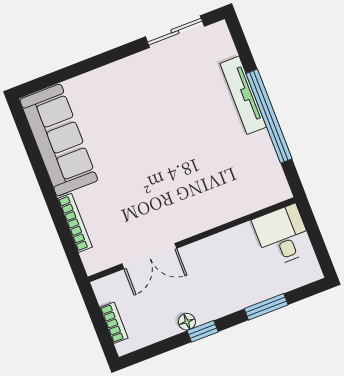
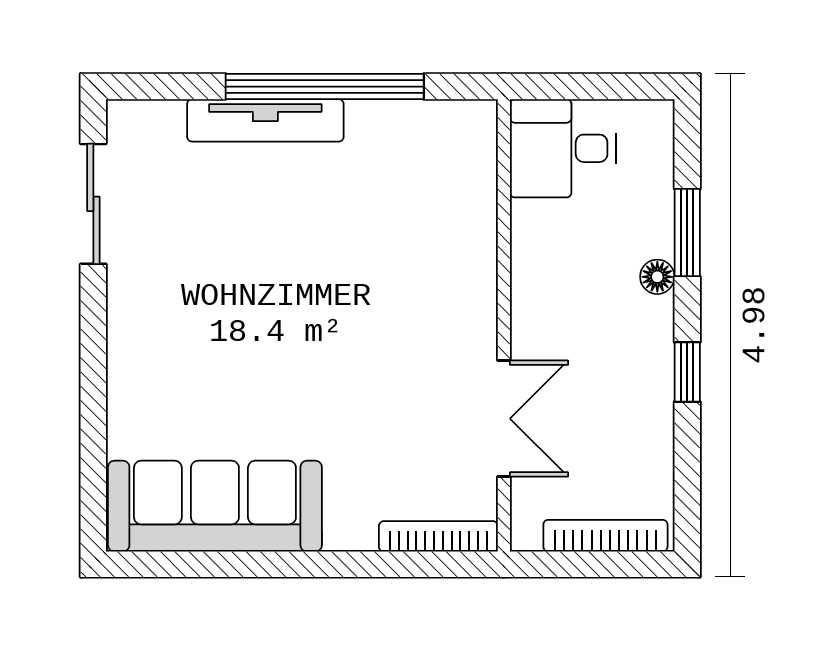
bookcase: (75, 223) -> (438, 536), moved
floor lamp: (187, 322) -> (657, 277), moved
bookcase: (114, 323) -> (605, 536), width x1.56

